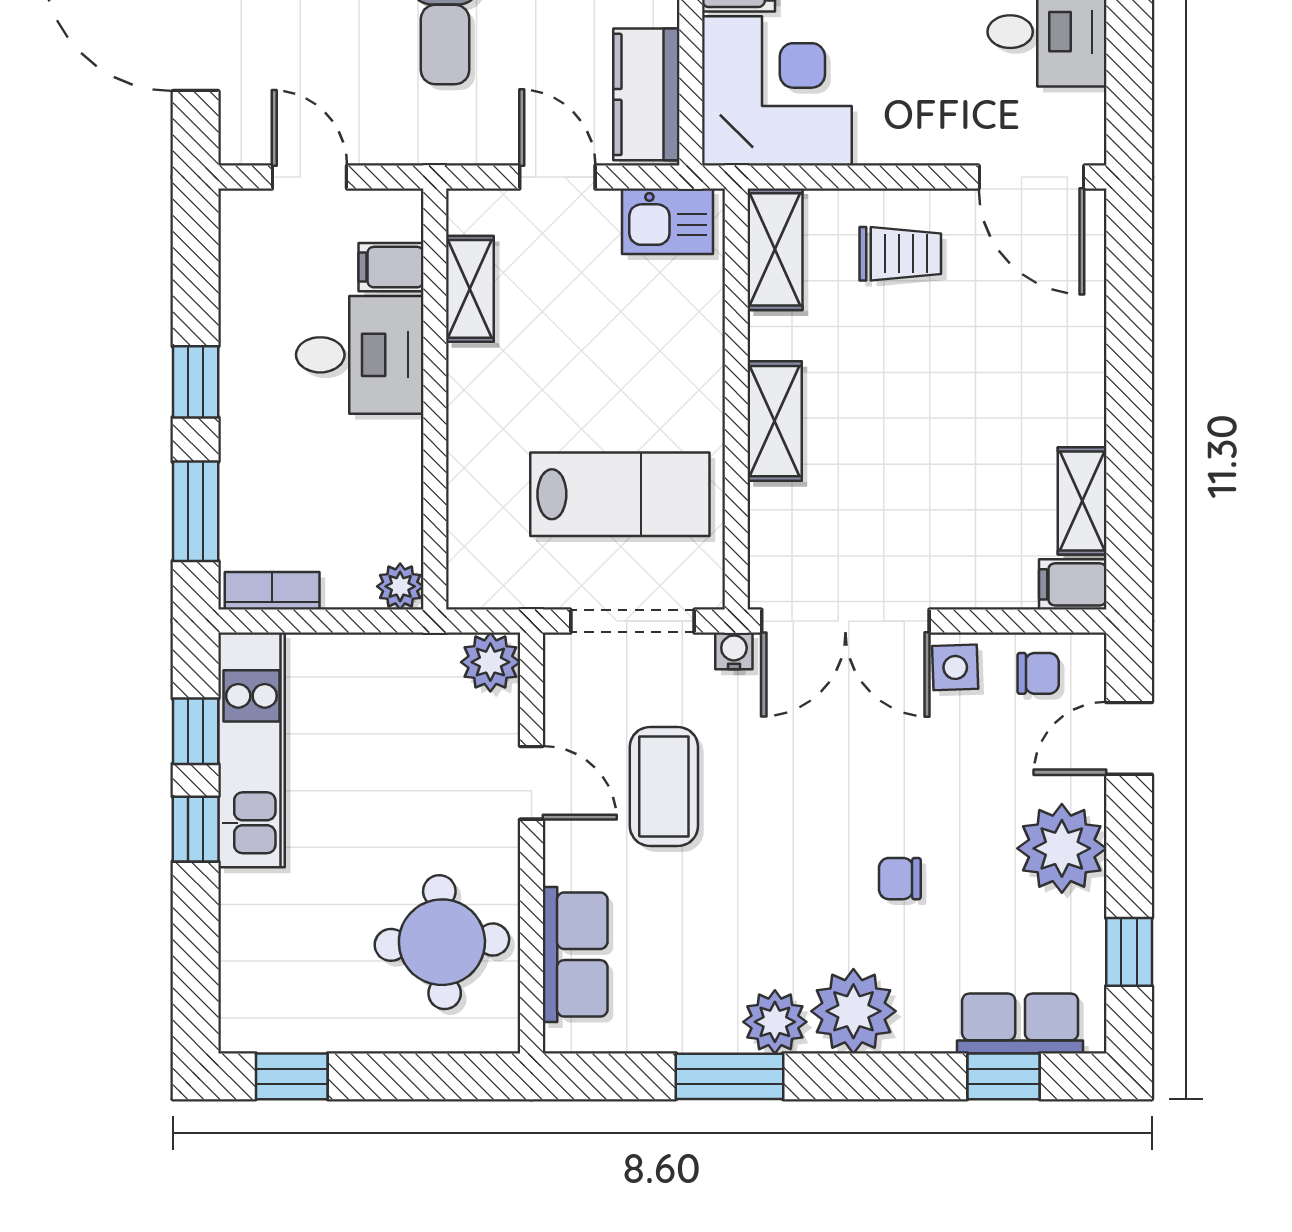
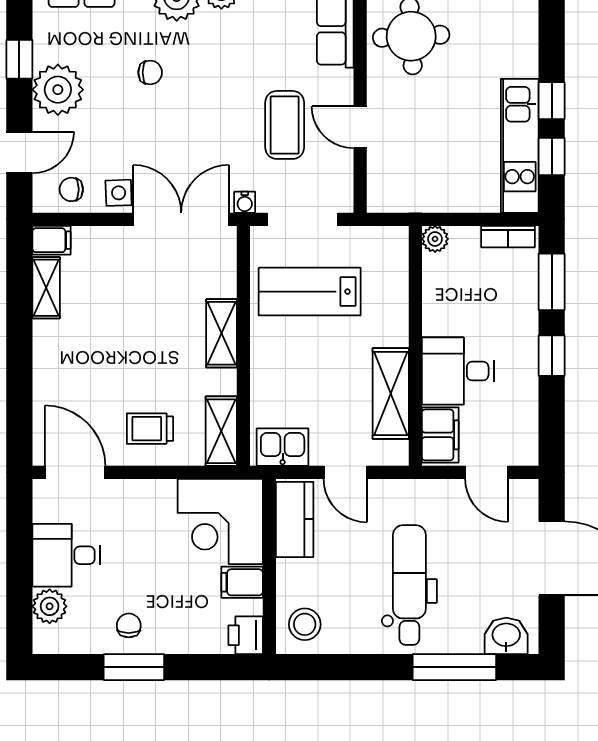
filing cabinet: (391, 267) -> (440, 435), width x2.00
shelving: (470, 289) -> (391, 394), width x1.50, depth x1.33
plant: (490, 662) -> (384, 196), removed
window: (1129, 952) -> (19, 59), moved

